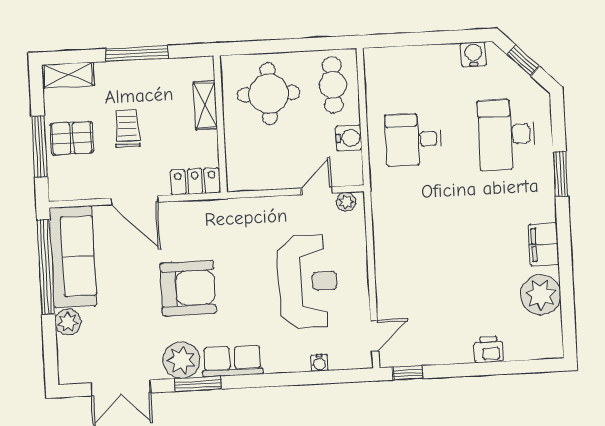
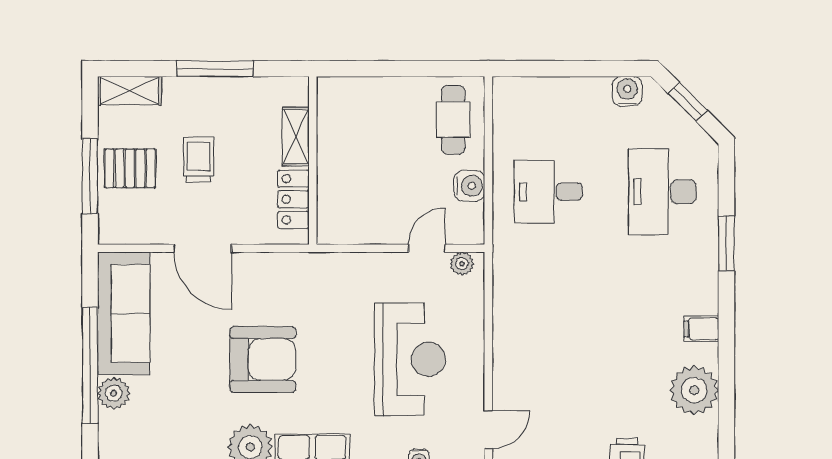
round table: (269, 94) -> (374, 126), removed
locker: (195, 181) -> (293, 199), moved, turned -90
filing cabinet: (544, 245) -> (701, 329), width x0.50
window: (46, 267) -> (90, 365), moved

